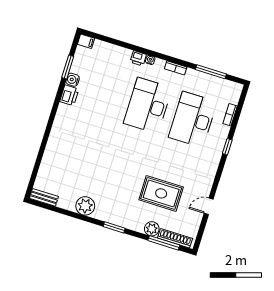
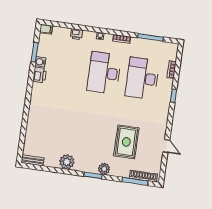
printer: (138, 58) -> (77, 34), moved
rug: (161, 193) -> (126, 142), turned 90
door: (209, 206) -> (166, 146), swing flipped
plant: (152, 229) -> (104, 169), moved

